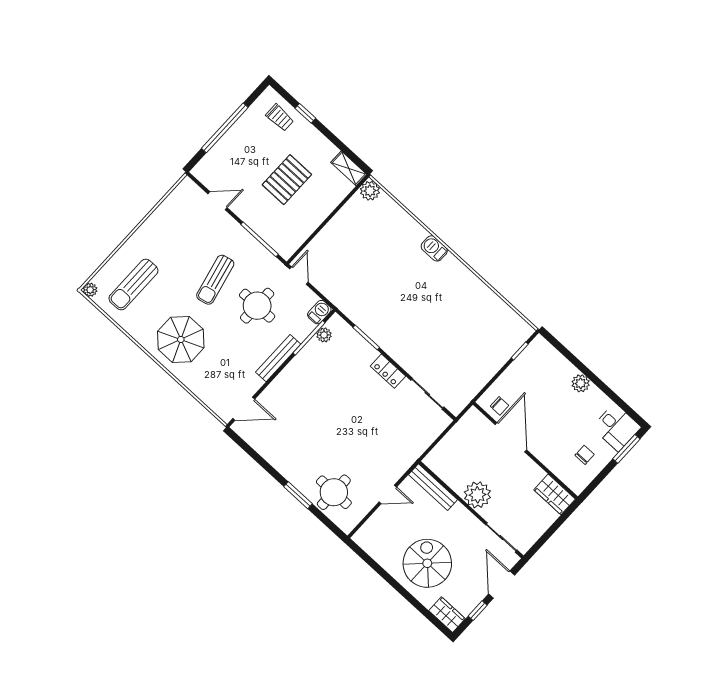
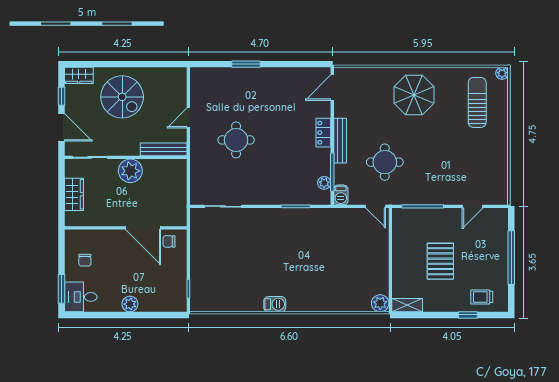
barbecue: (434, 248) -> (275, 304), moved
sun lounger: (215, 280) -> (427, 154), removed
locker: (388, 371) -> (323, 133), moved, turned -90
round table: (334, 492) -> (236, 140), moved
wardrobe: (555, 494) -> (74, 194), moved, turned 90

